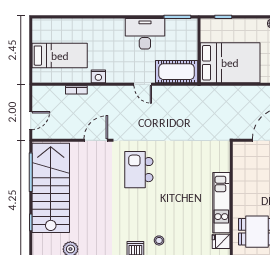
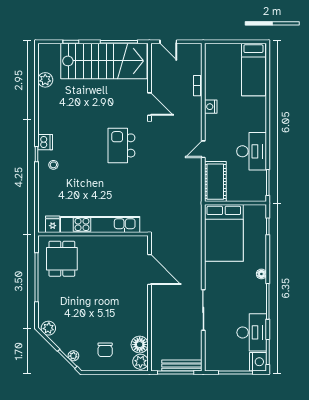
bed: (60, 56) -> (253, 69), moved
kitchen island: (139, 170) -> (121, 145), turned -90
kitchen unit: (221, 203) -> (100, 225), width x1.36

